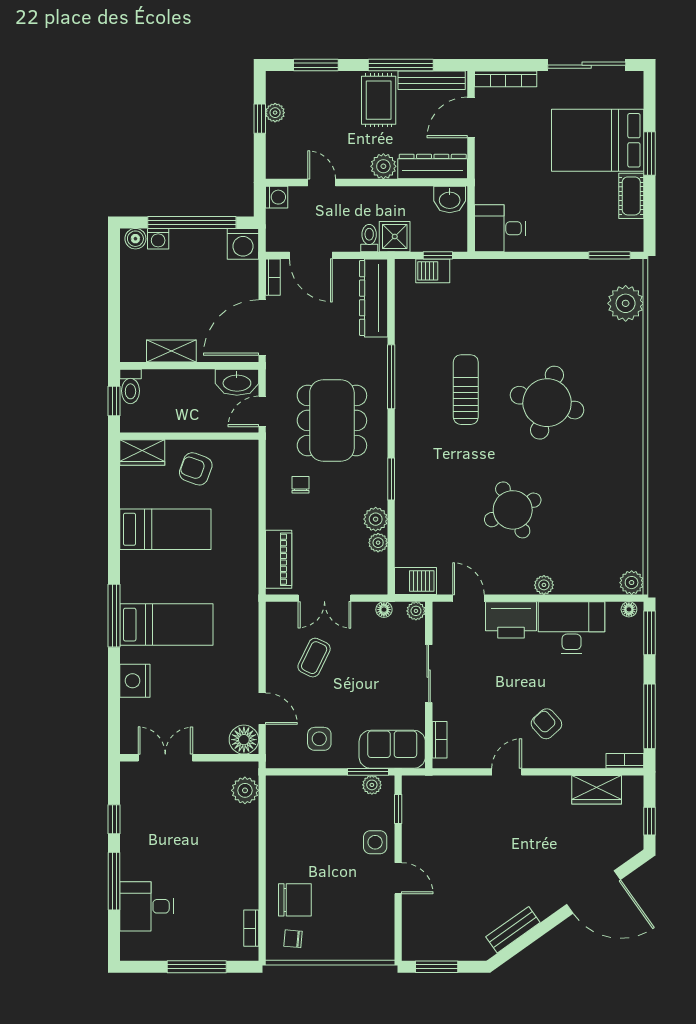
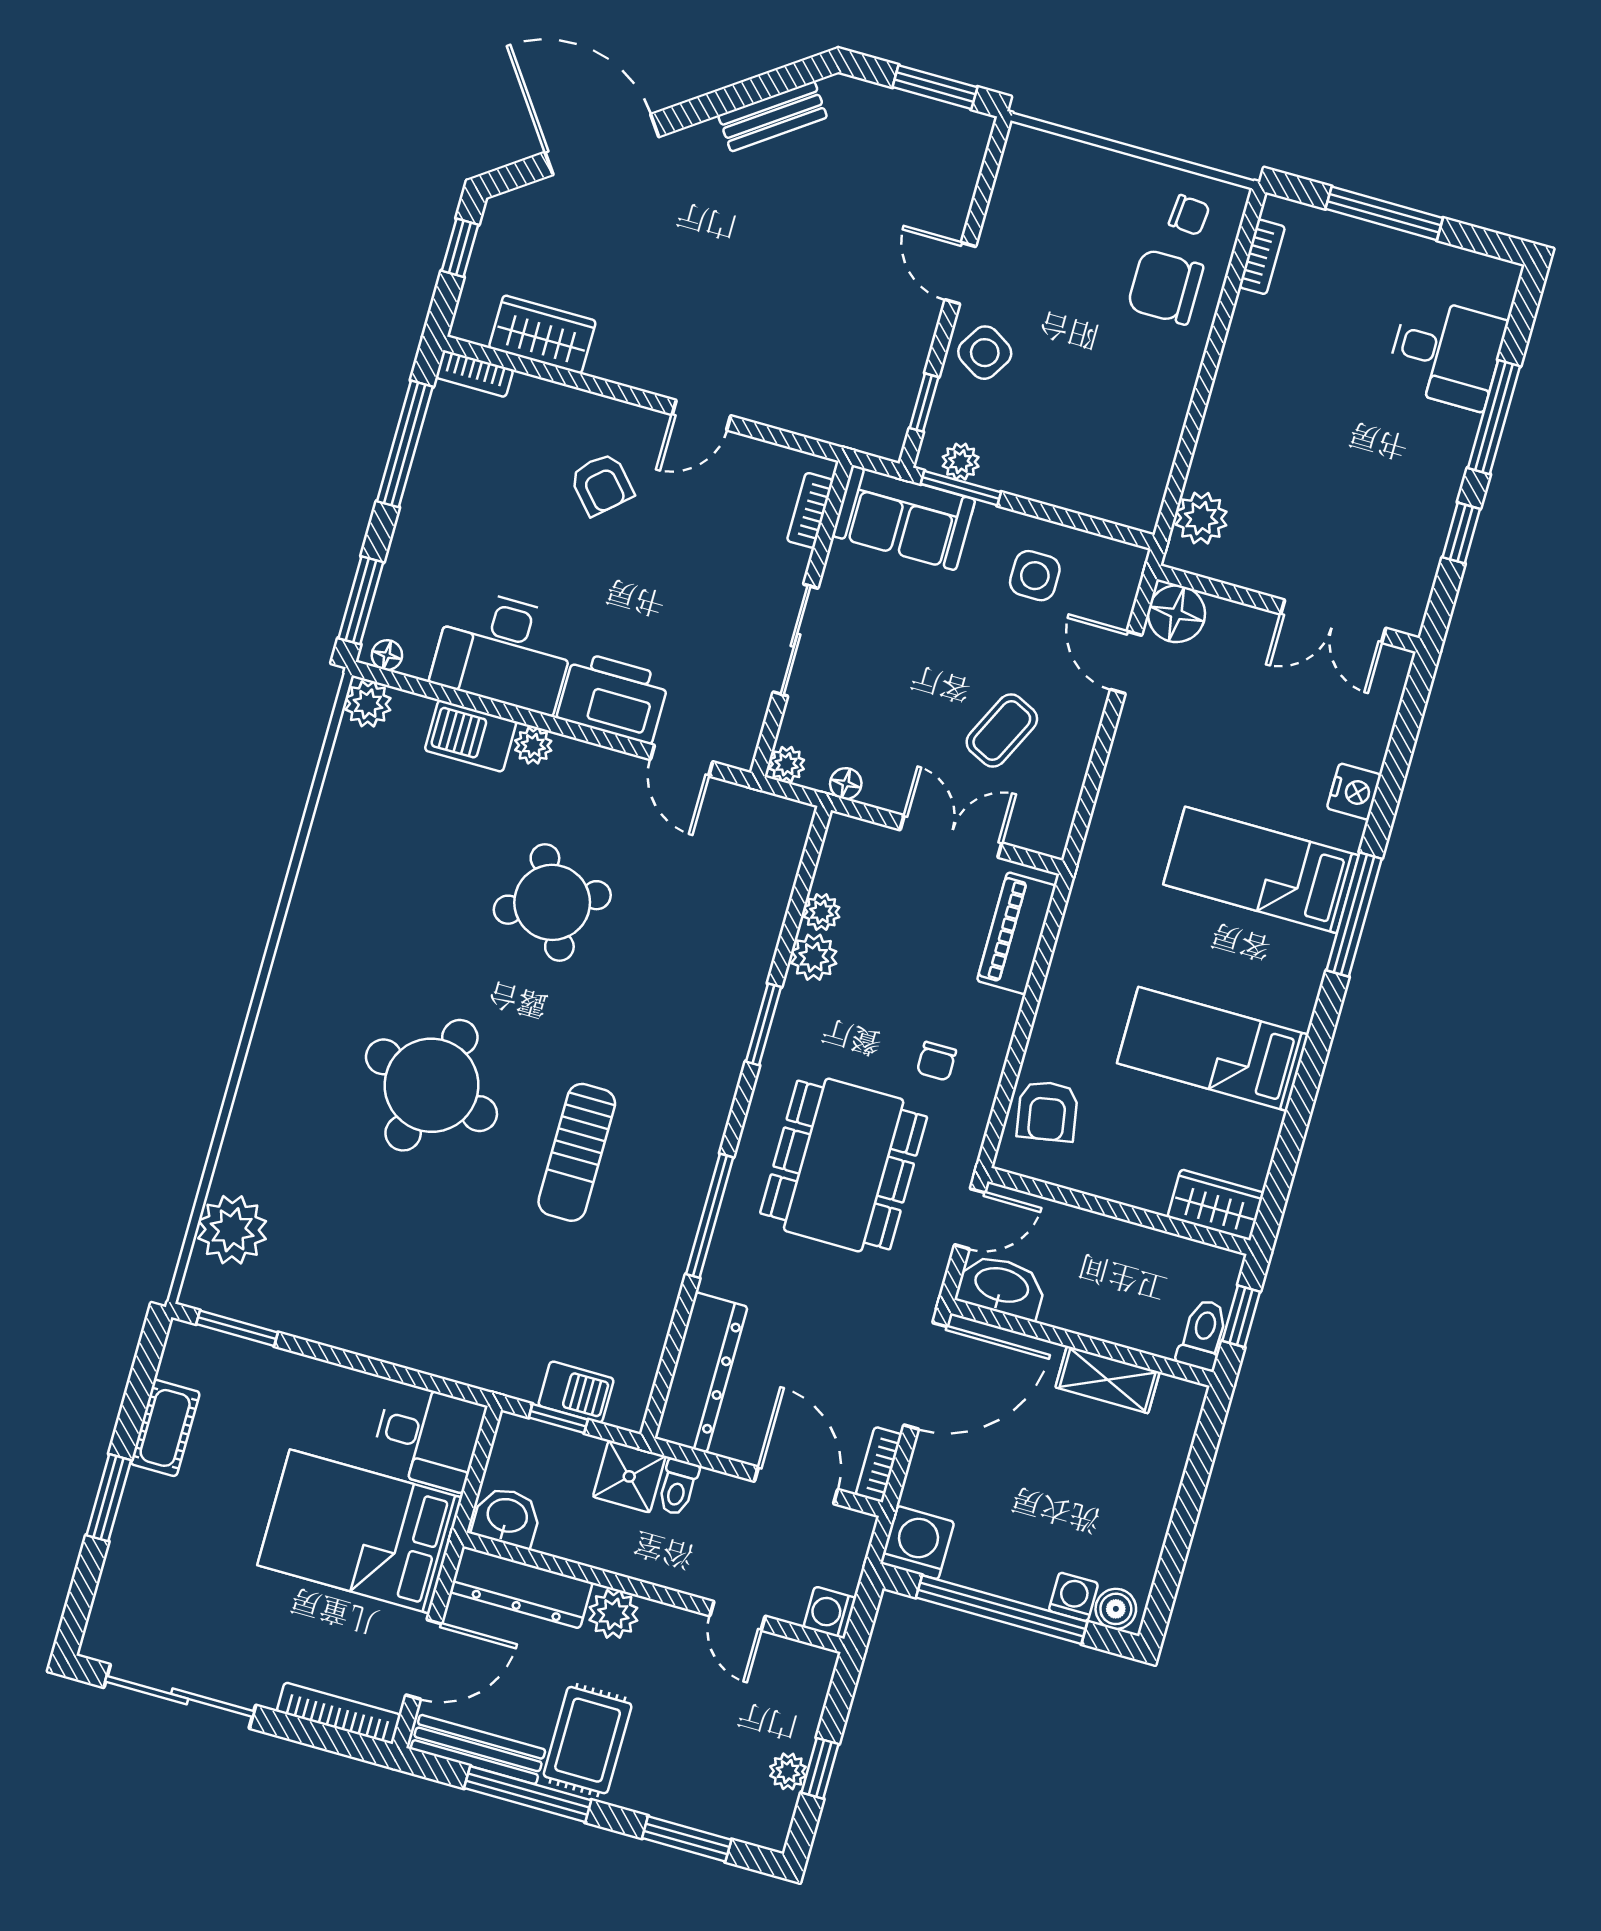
bed: (598, 140) -> (360, 1531), moved, turned 180
armchair: (196, 469) -> (1047, 1111), moved, turned 60
barbecue: (416, 581) -> (471, 736), moved
nightstand: (135, 681) -> (1354, 792), width x0.74, depth x0.75
side table: (375, 842) -> (985, 353), turned 32

